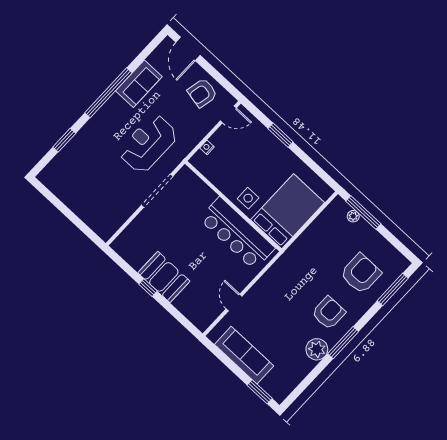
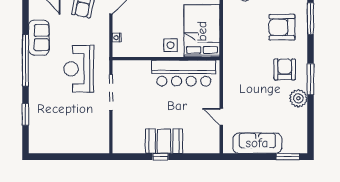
armchair: (361, 274) -> (282, 27), turned -90

